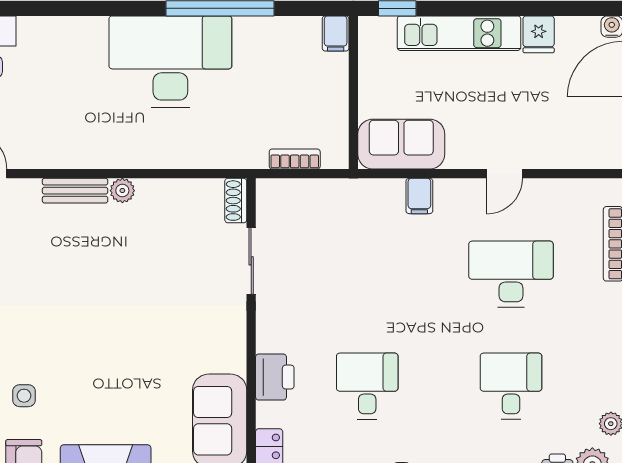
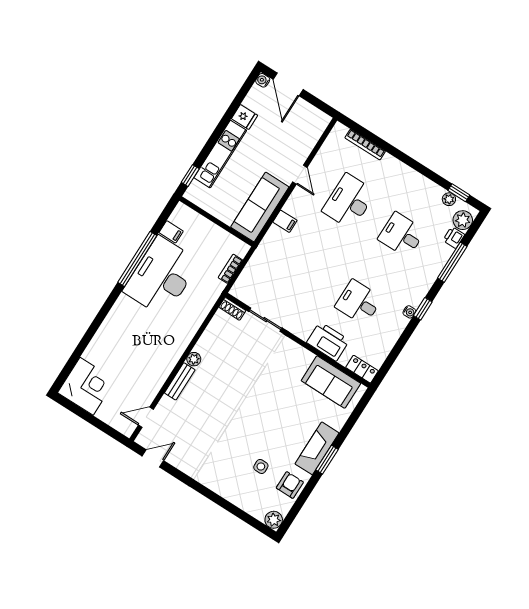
filing cabinet: (336, 33) -> (171, 232), moved
desk: (170, 62) -> (161, 276), moved
sofa: (401, 144) -> (260, 207), width x1.36
printer: (275, 377) -> (328, 341), width x1.37, depth x1.19

